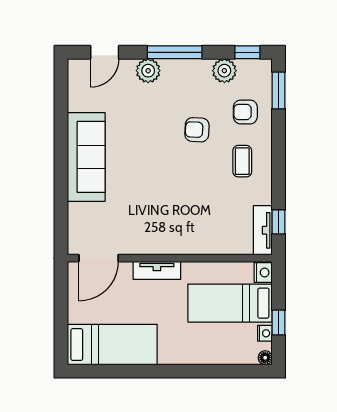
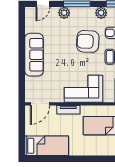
armchair: (197, 130) -> (88, 41), width x1.88, depth x1.88
corner sofa: (188, 227) -> (83, 89), added

